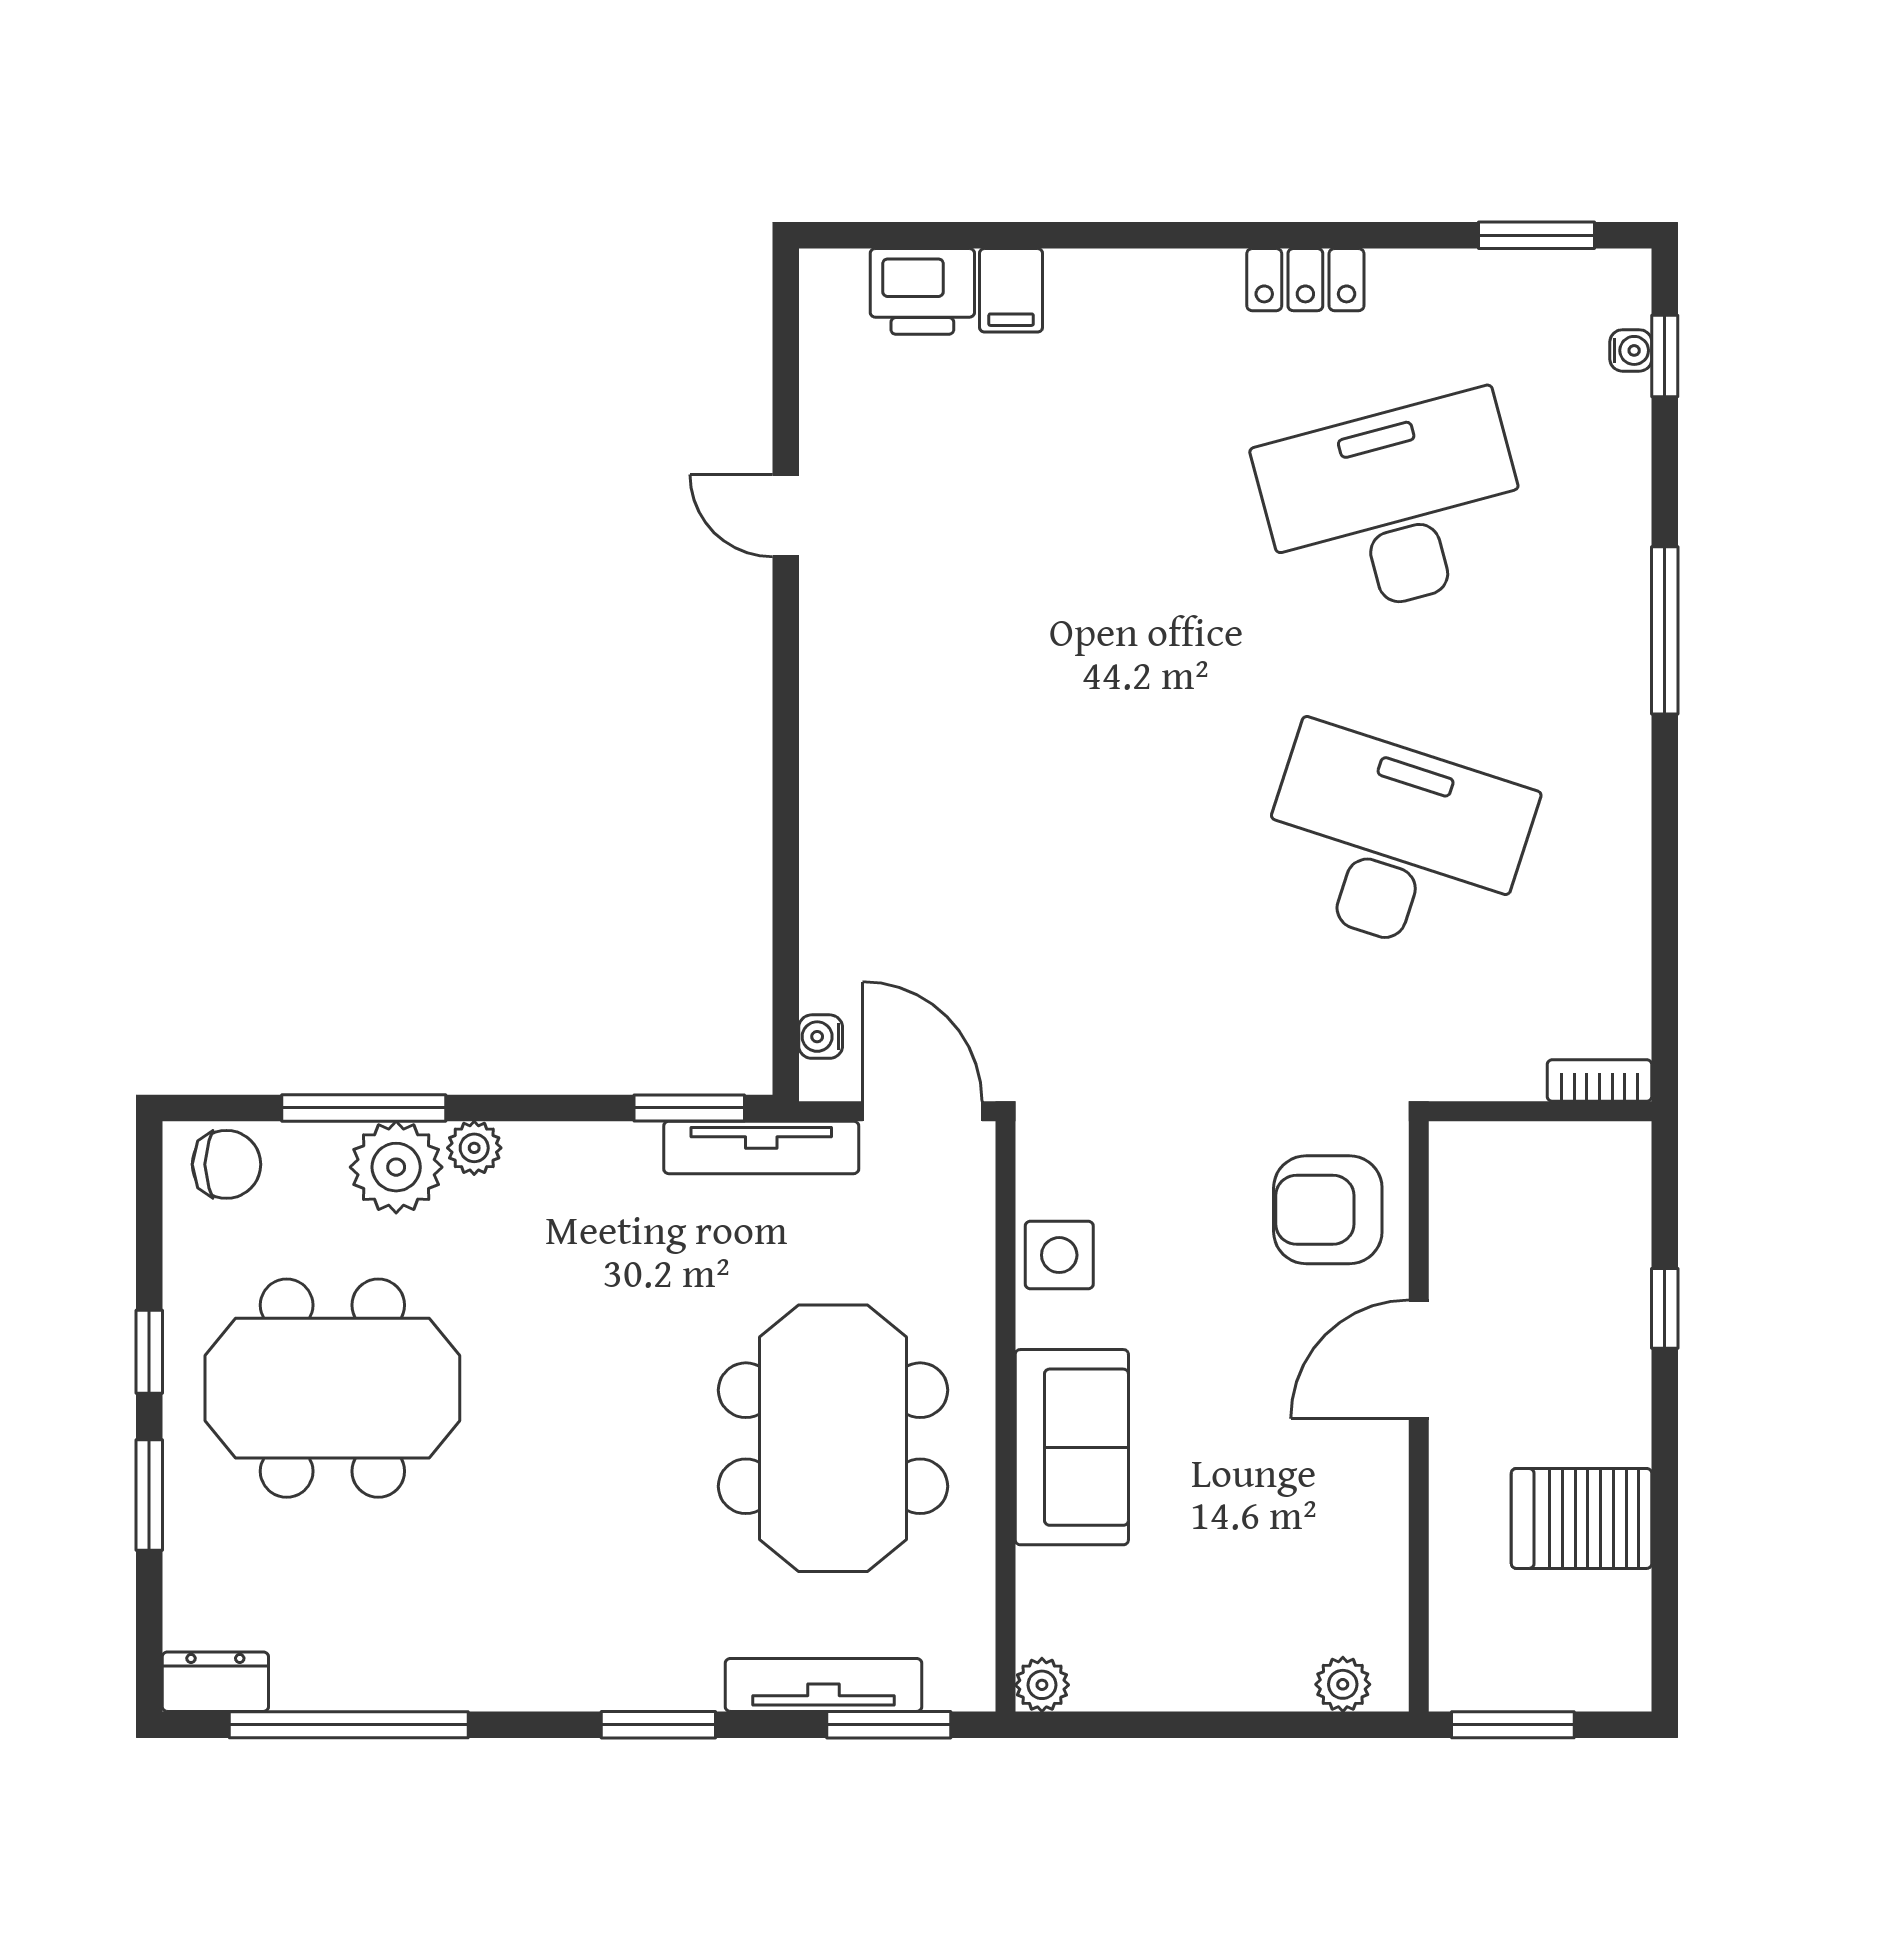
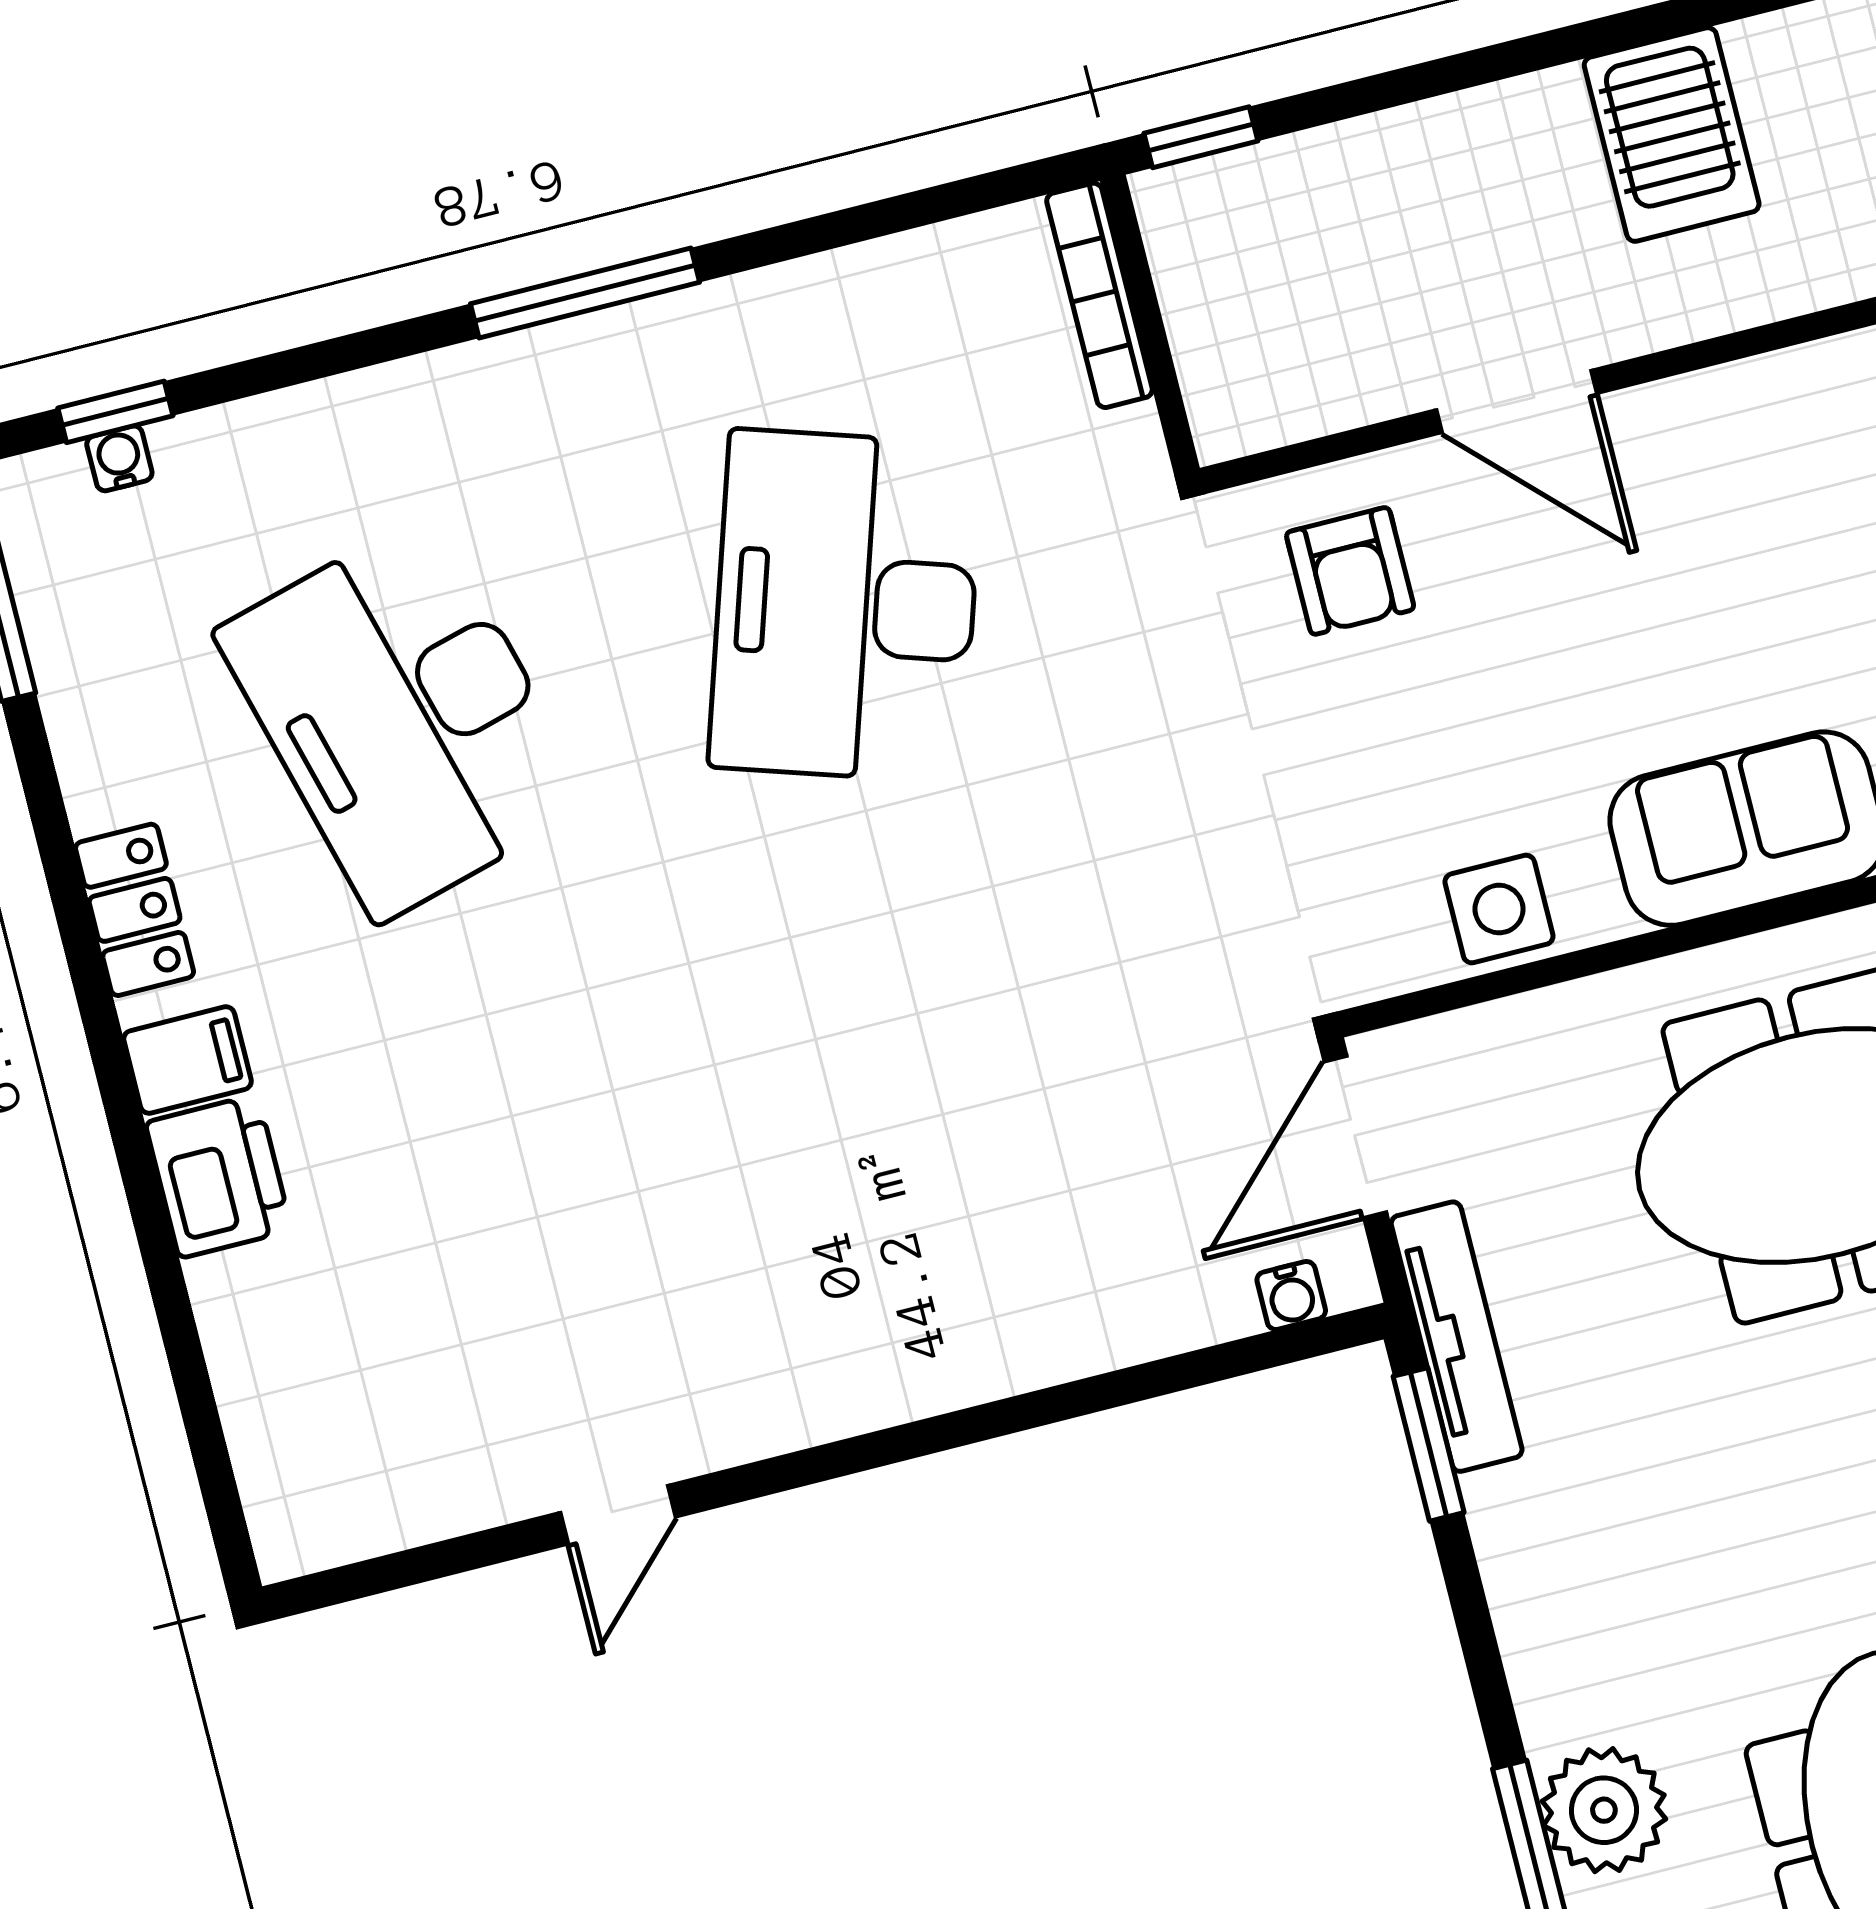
filing cabinet: (1011, 290) -> (188, 1060), moved
printer: (922, 291) -> (219, 1176), moved
window: (1665, 630) -> (585, 293), moved
bookcase: (1599, 1080) -> (1099, 295), width x1.56
plant: (474, 1148) -> (1553, 1714), removed
armchair: (1328, 1210) -> (1350, 571), width x0.72, depth x0.72
window: (1665, 1308) -> (1201, 137), moved

